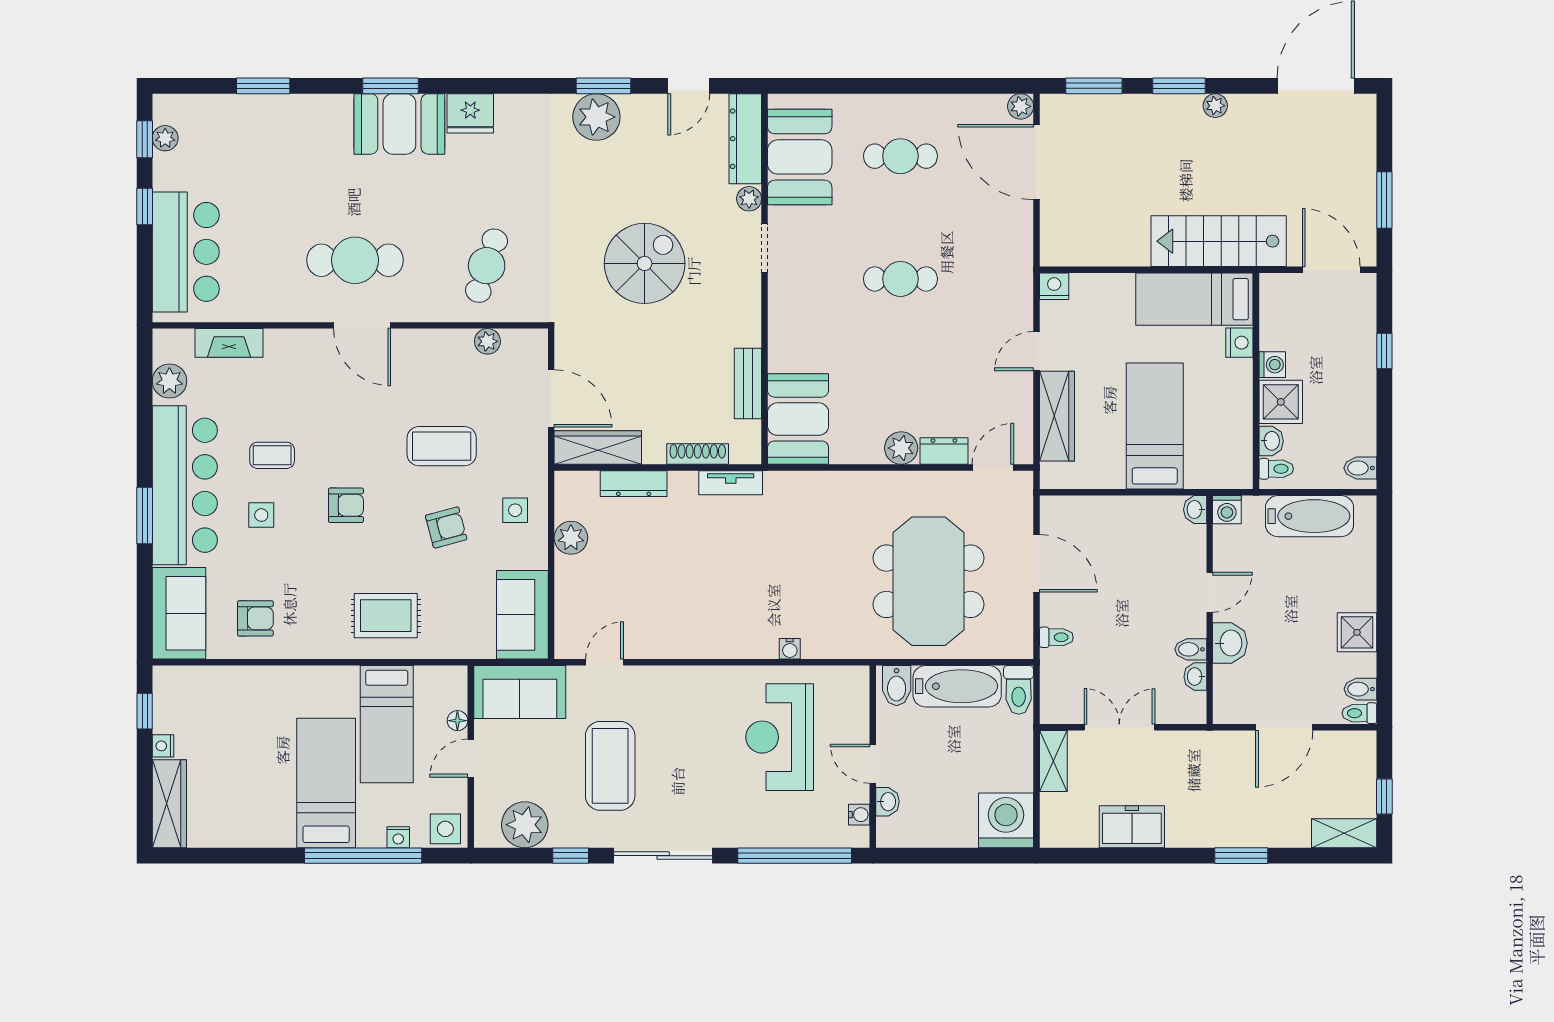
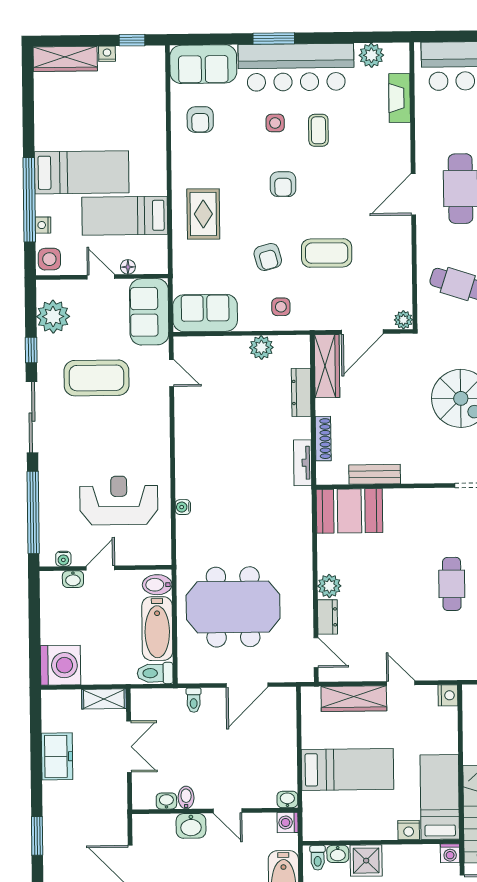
plant: (487, 341) -> (403, 320), moved
washing machine: (1272, 365) -> (450, 853), moved
coffee table: (442, 446) -> (327, 253), turned 90

